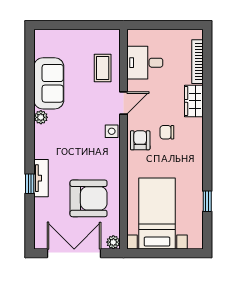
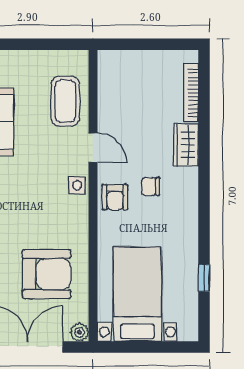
desk: (145, 63) -> (121, 94), removed
coffee table: (103, 68) -> (65, 101), width x1.36, depth x1.30
door: (124, 103) -> (93, 148), hinge flipped
armchair: (140, 140) -> (115, 197), turned 180

